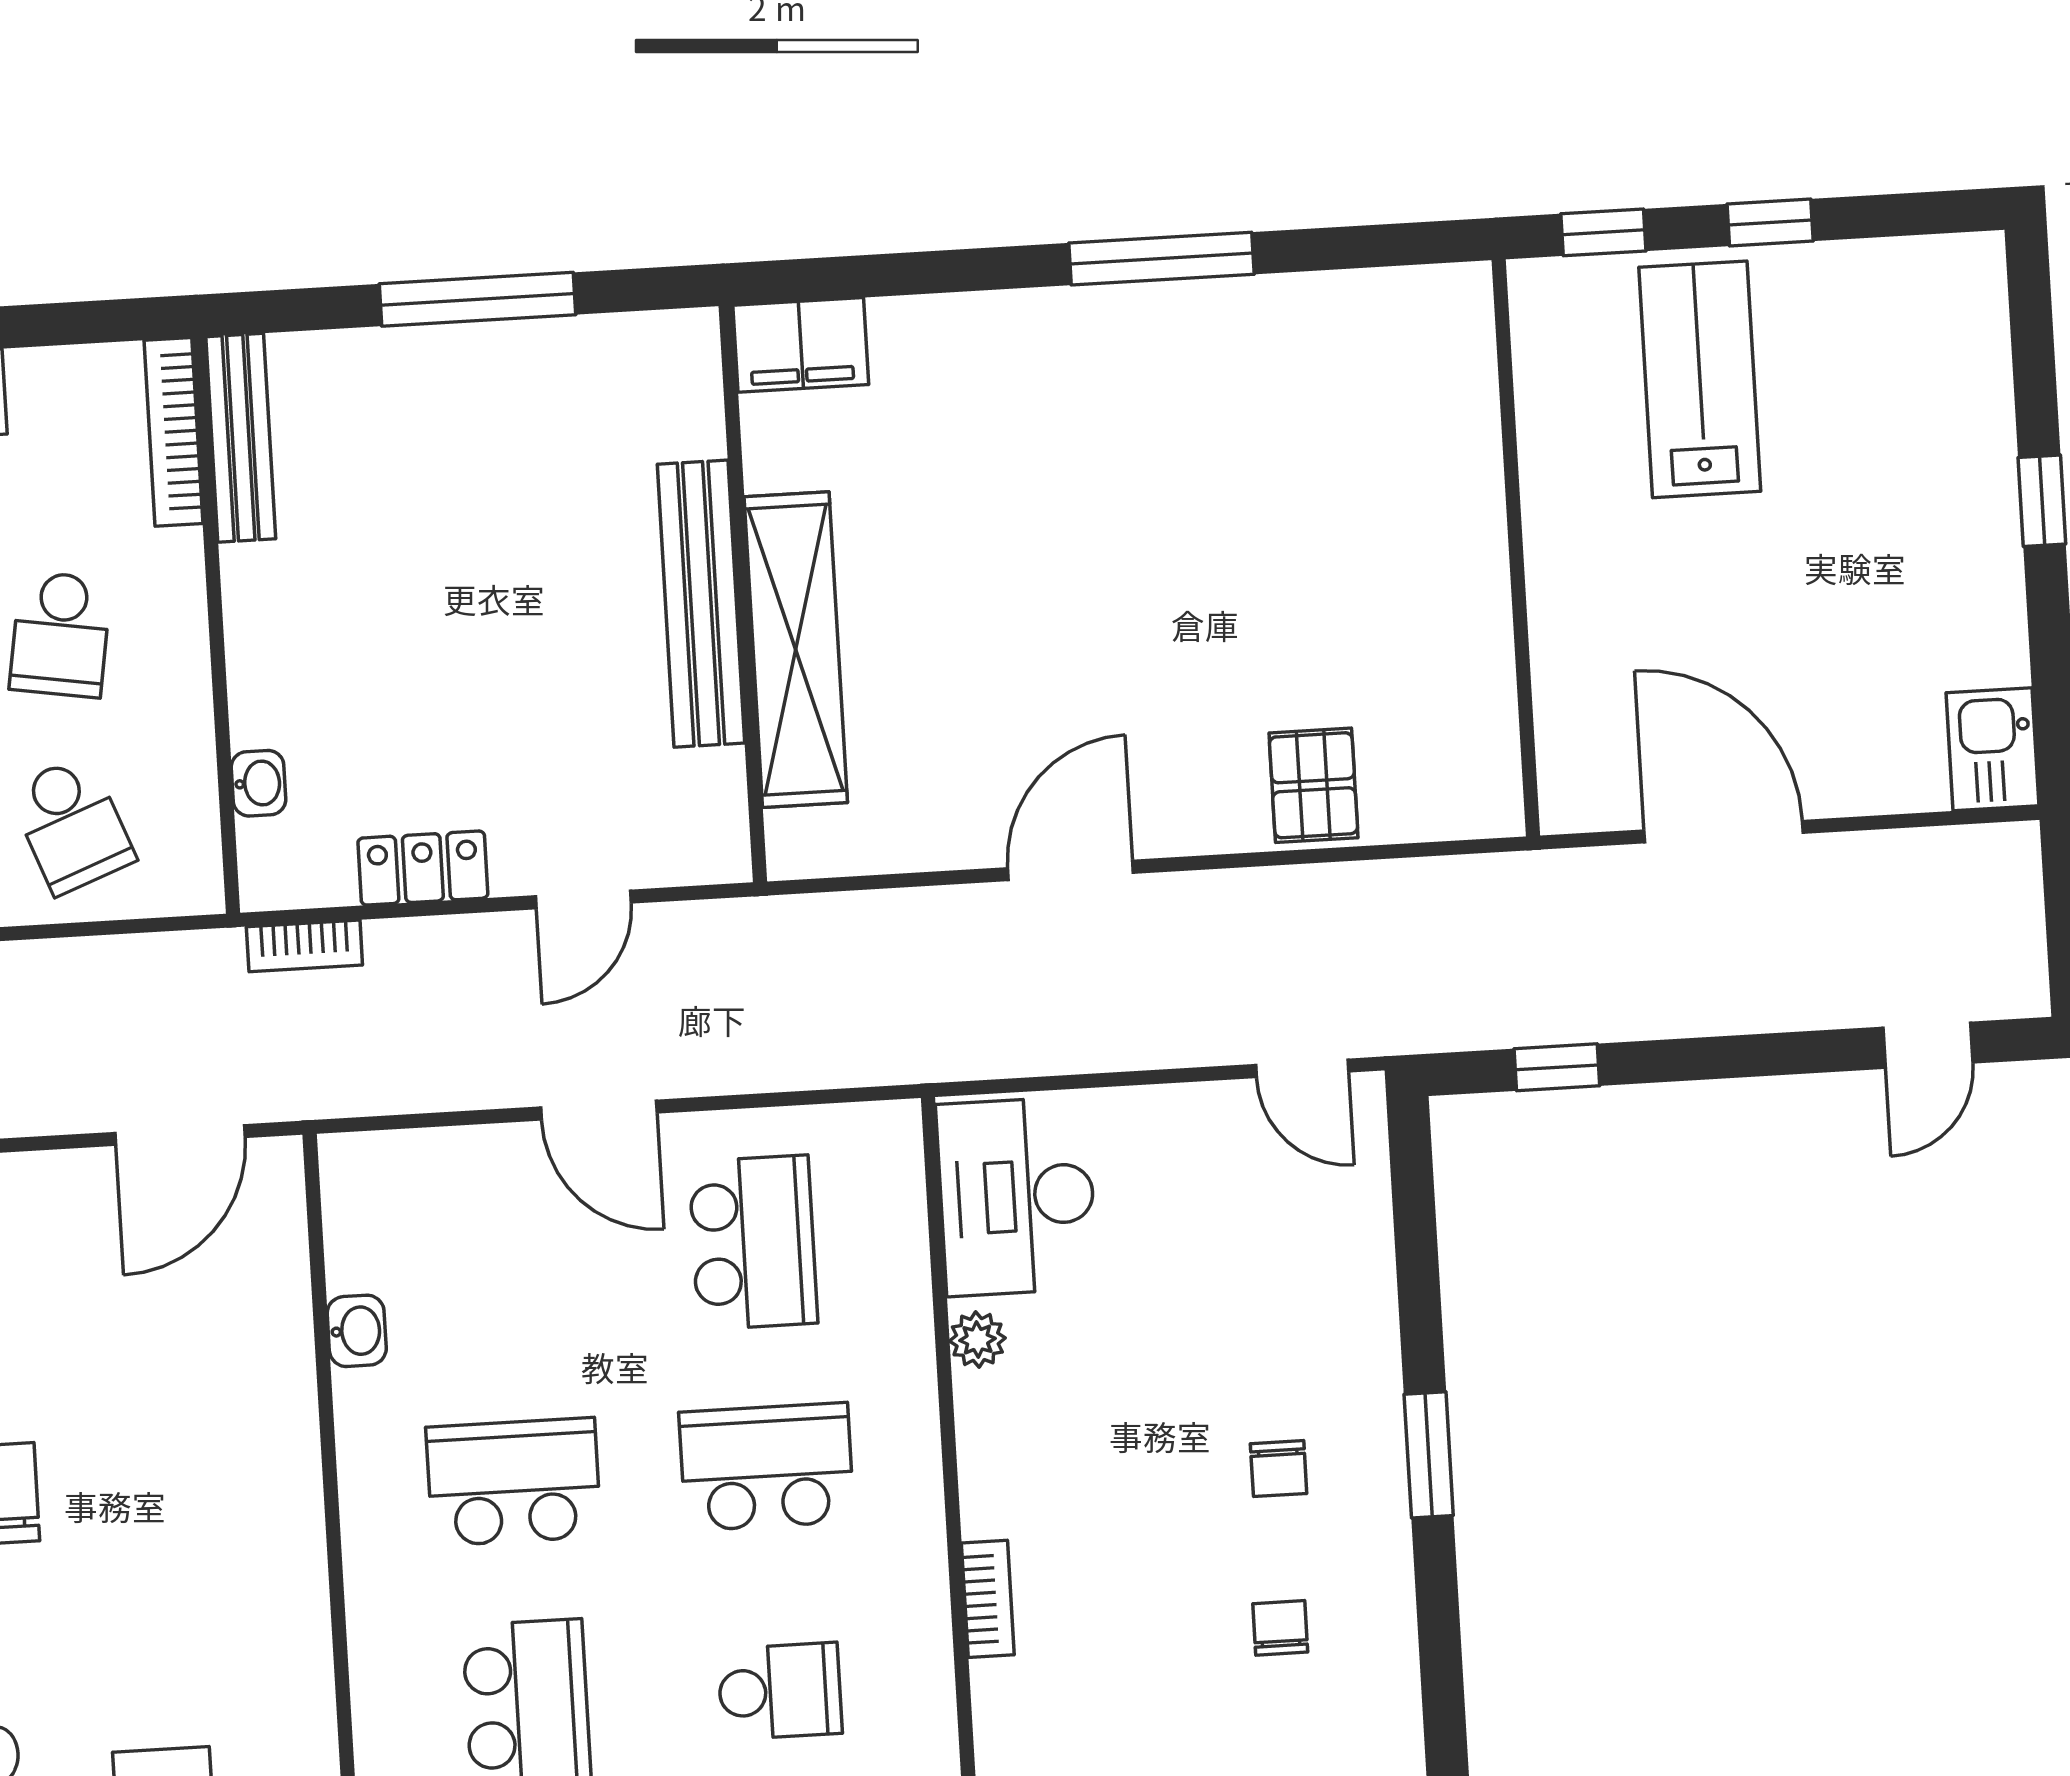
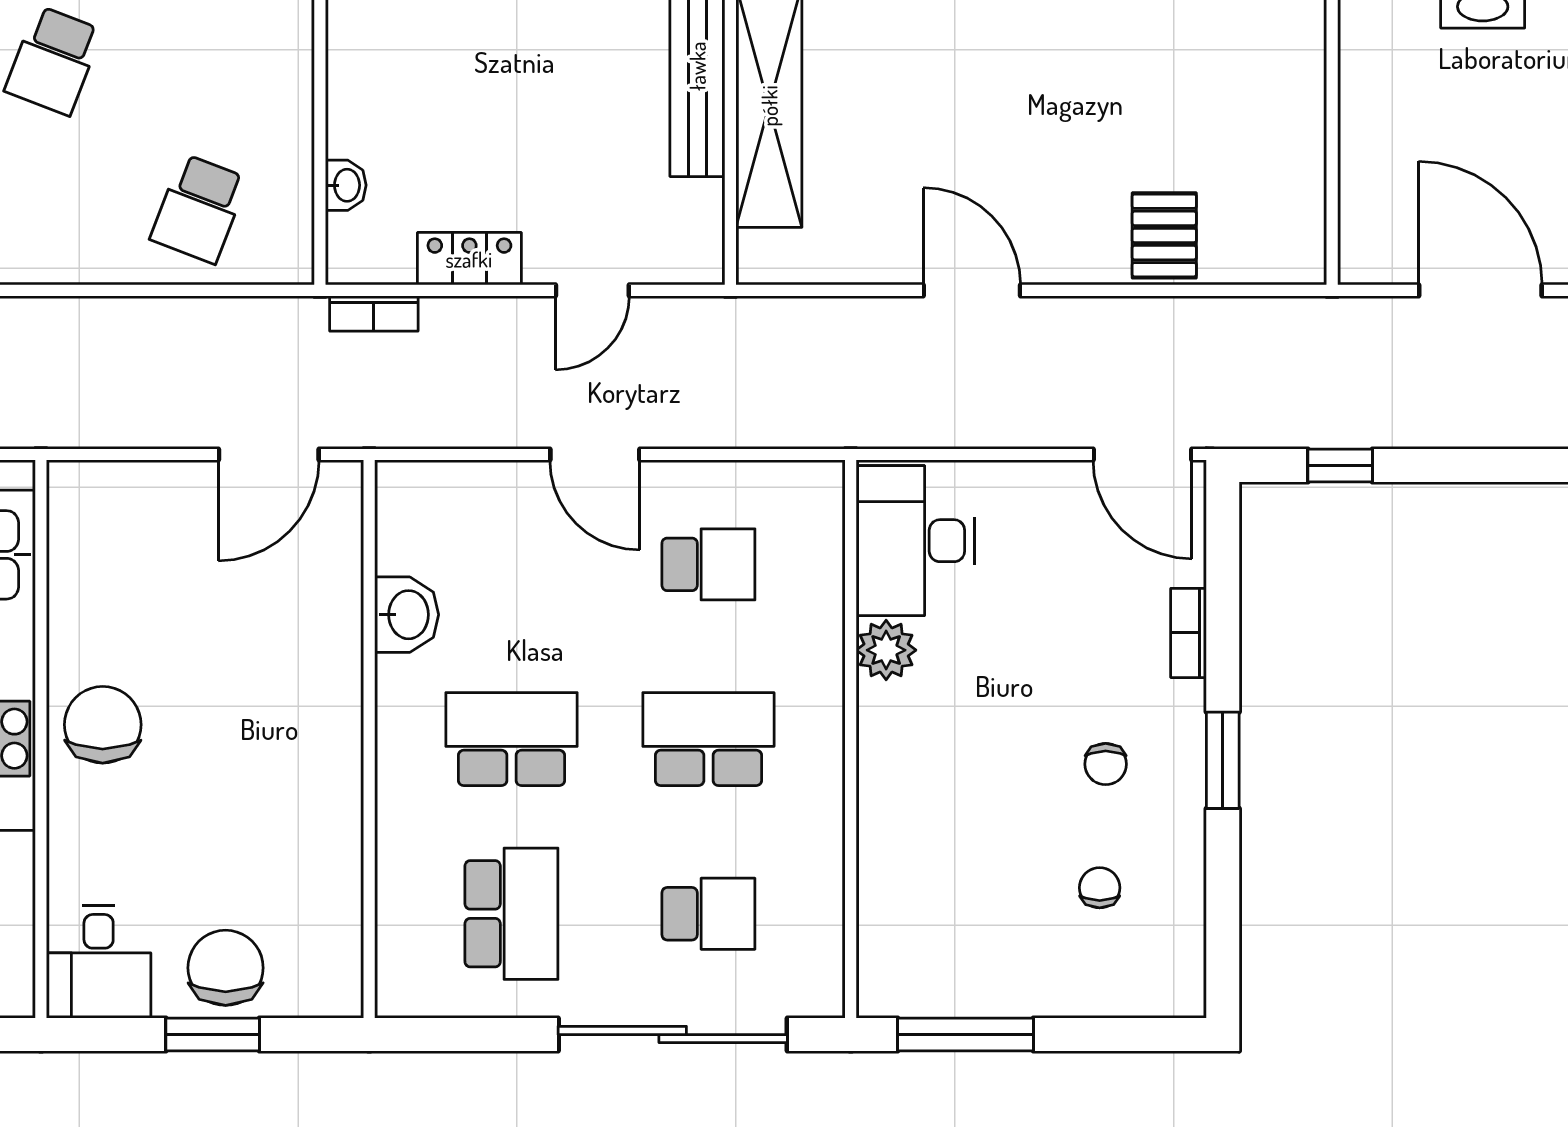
school desk: (60, 634) -> (199, 61), removed
school desk: (72, 825) -> (199, 209), turned 42
door: (1071, 870) -> (972, 290), hinge flipped
door: (1302, 1068) -> (1142, 455), width x1.38
school desk: (753, 1242) -> (708, 564), width x0.54
washbasin: (357, 1331) -> (407, 615), width x1.38, depth x1.45
plant: (977, 1339) -> (886, 650), width x1.38, depth x1.38
bookcase: (988, 1599) -> (1188, 633), moved, turned 180

